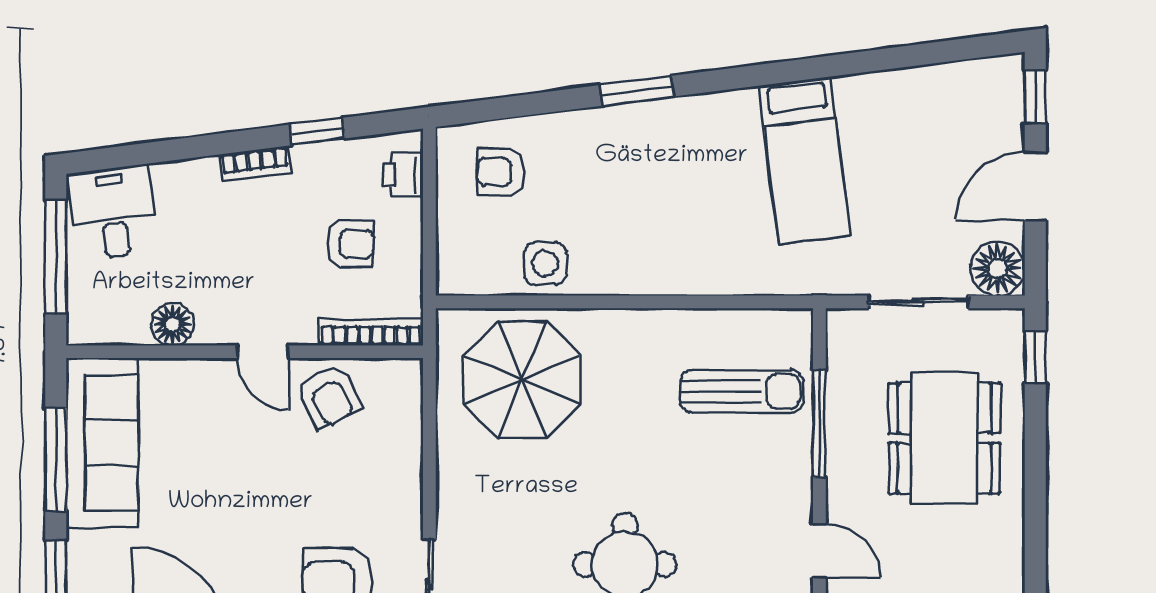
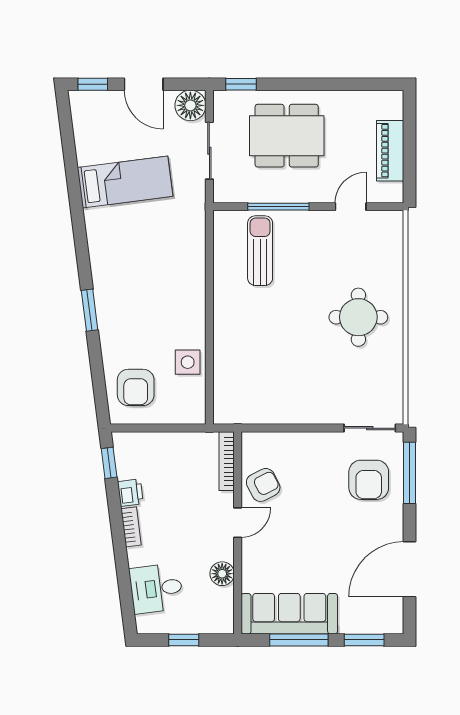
window: (317, 132) -> (109, 463), moved
bed: (805, 161) -> (125, 182), moved
armchair: (501, 172) -> (136, 387), width x1.38, depth x1.38
printer: (403, 175) -> (130, 493), moved, turned -97
desk: (113, 212) -> (156, 588), moved
armchair: (350, 244) -> (177, 473), removed
window: (56, 257) -> (184, 640), width x0.46
parasol: (522, 380) -> (254, 375), removed

